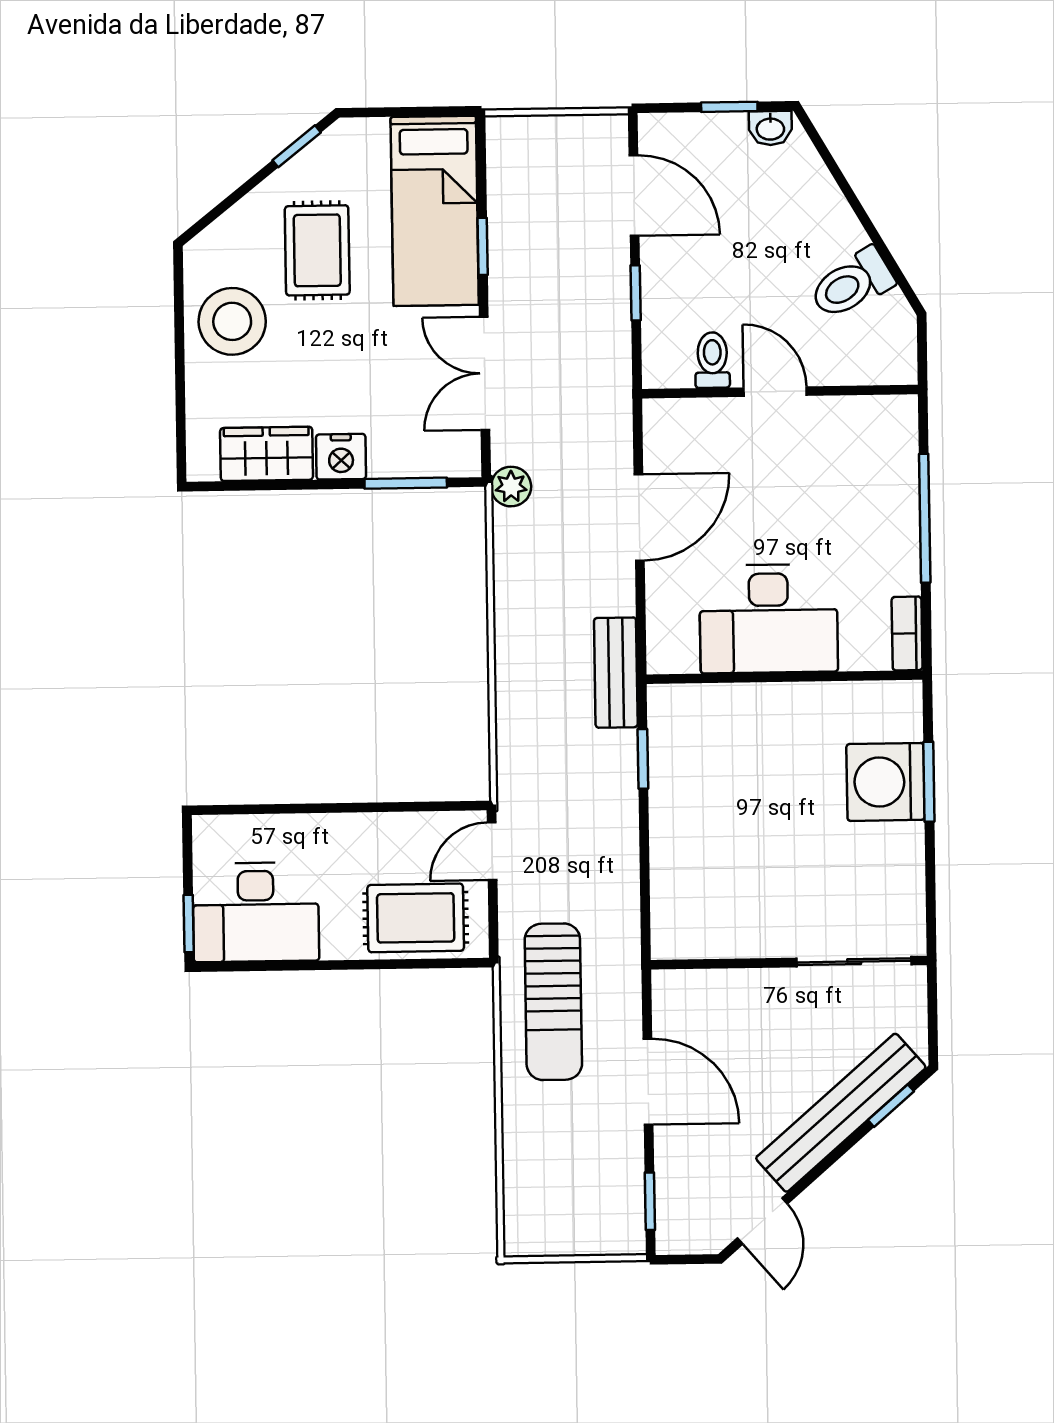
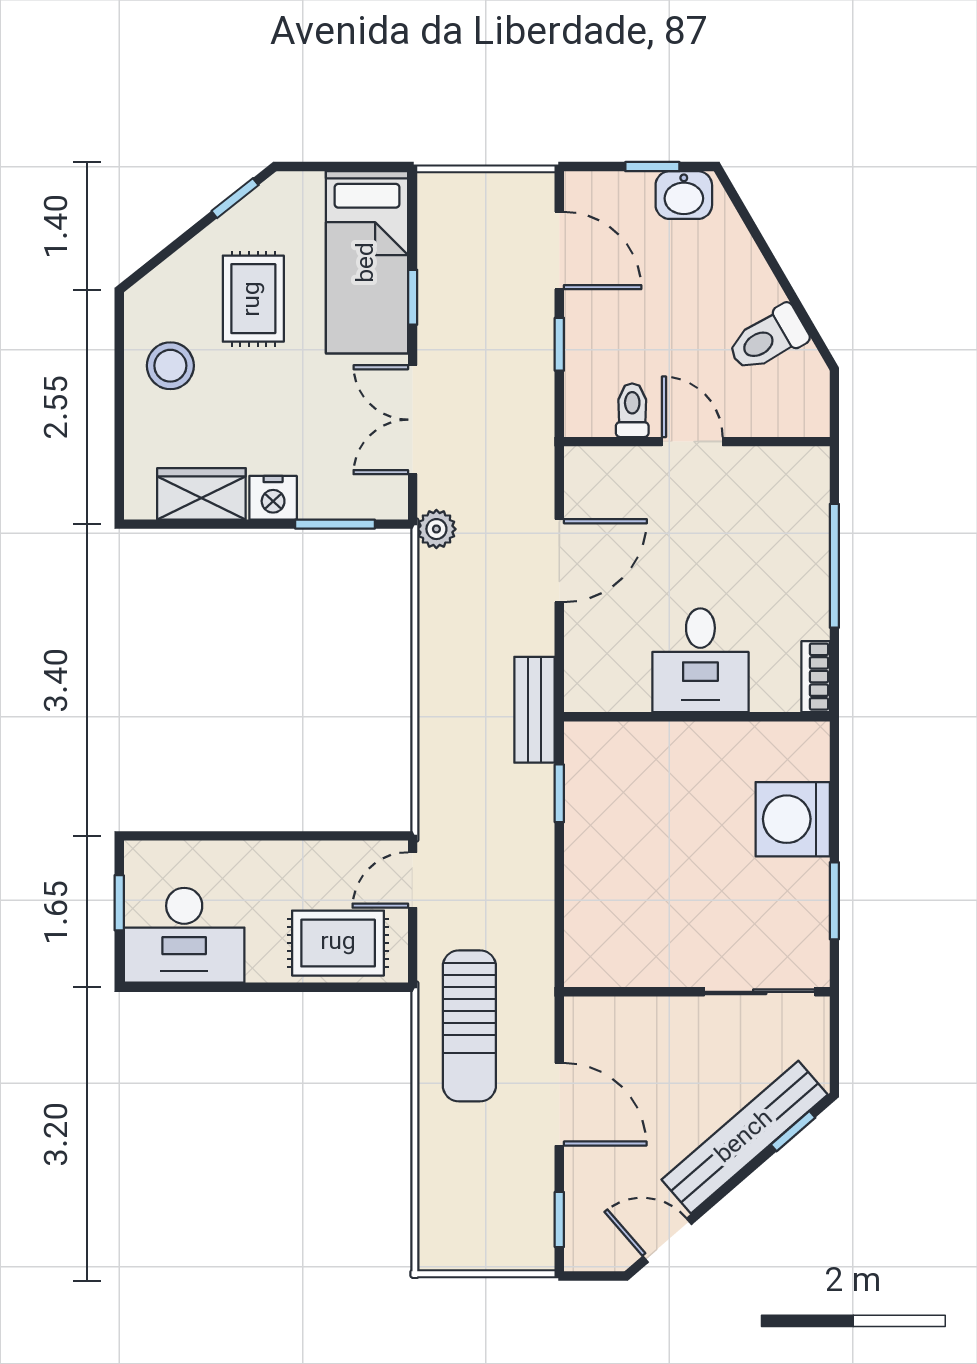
washbasin: (770, 128) -> (684, 195), width x1.38, depth x1.45
stool: (232, 321) -> (170, 366), width x0.73, depth x0.73
desk: (769, 619) -> (700, 660), width x0.73
window: (929, 782) -> (834, 901), moved
window: (189, 924) -> (119, 903), moved
door: (762, 1221) -> (667, 1240), swing flipped

